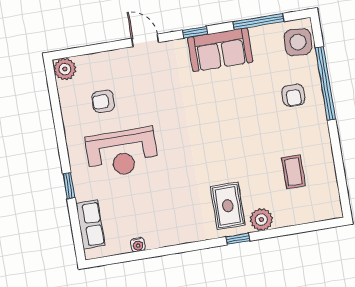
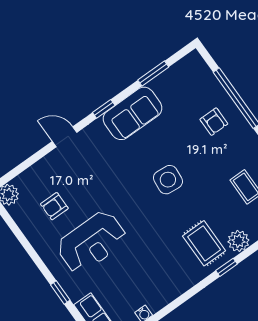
window: (258, 22) -> (153, 74), width x0.69
side table: (298, 42) -> (168, 180), moved

